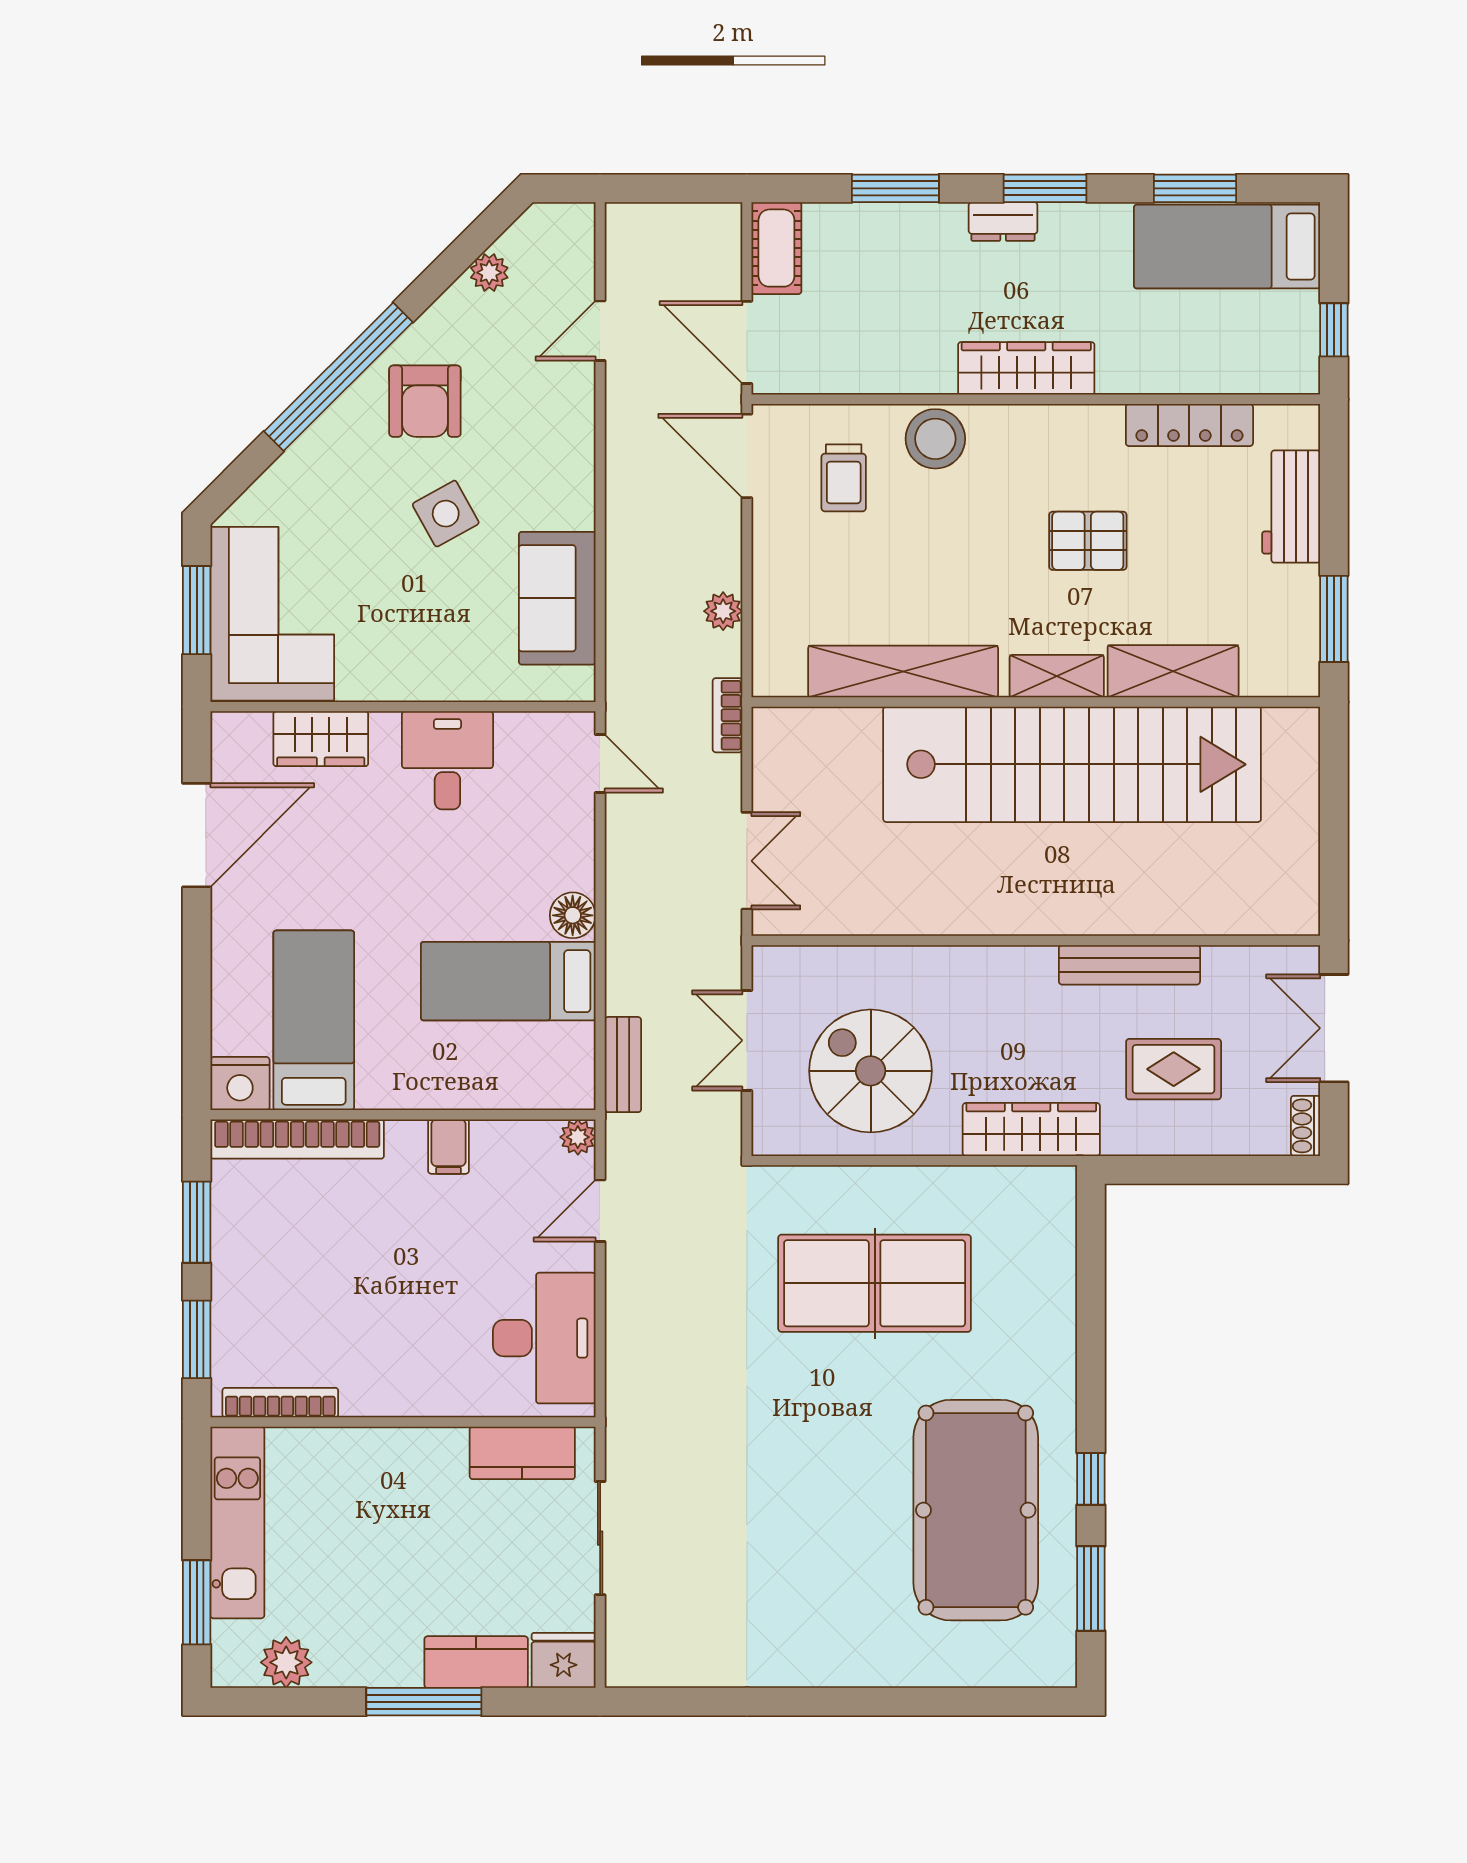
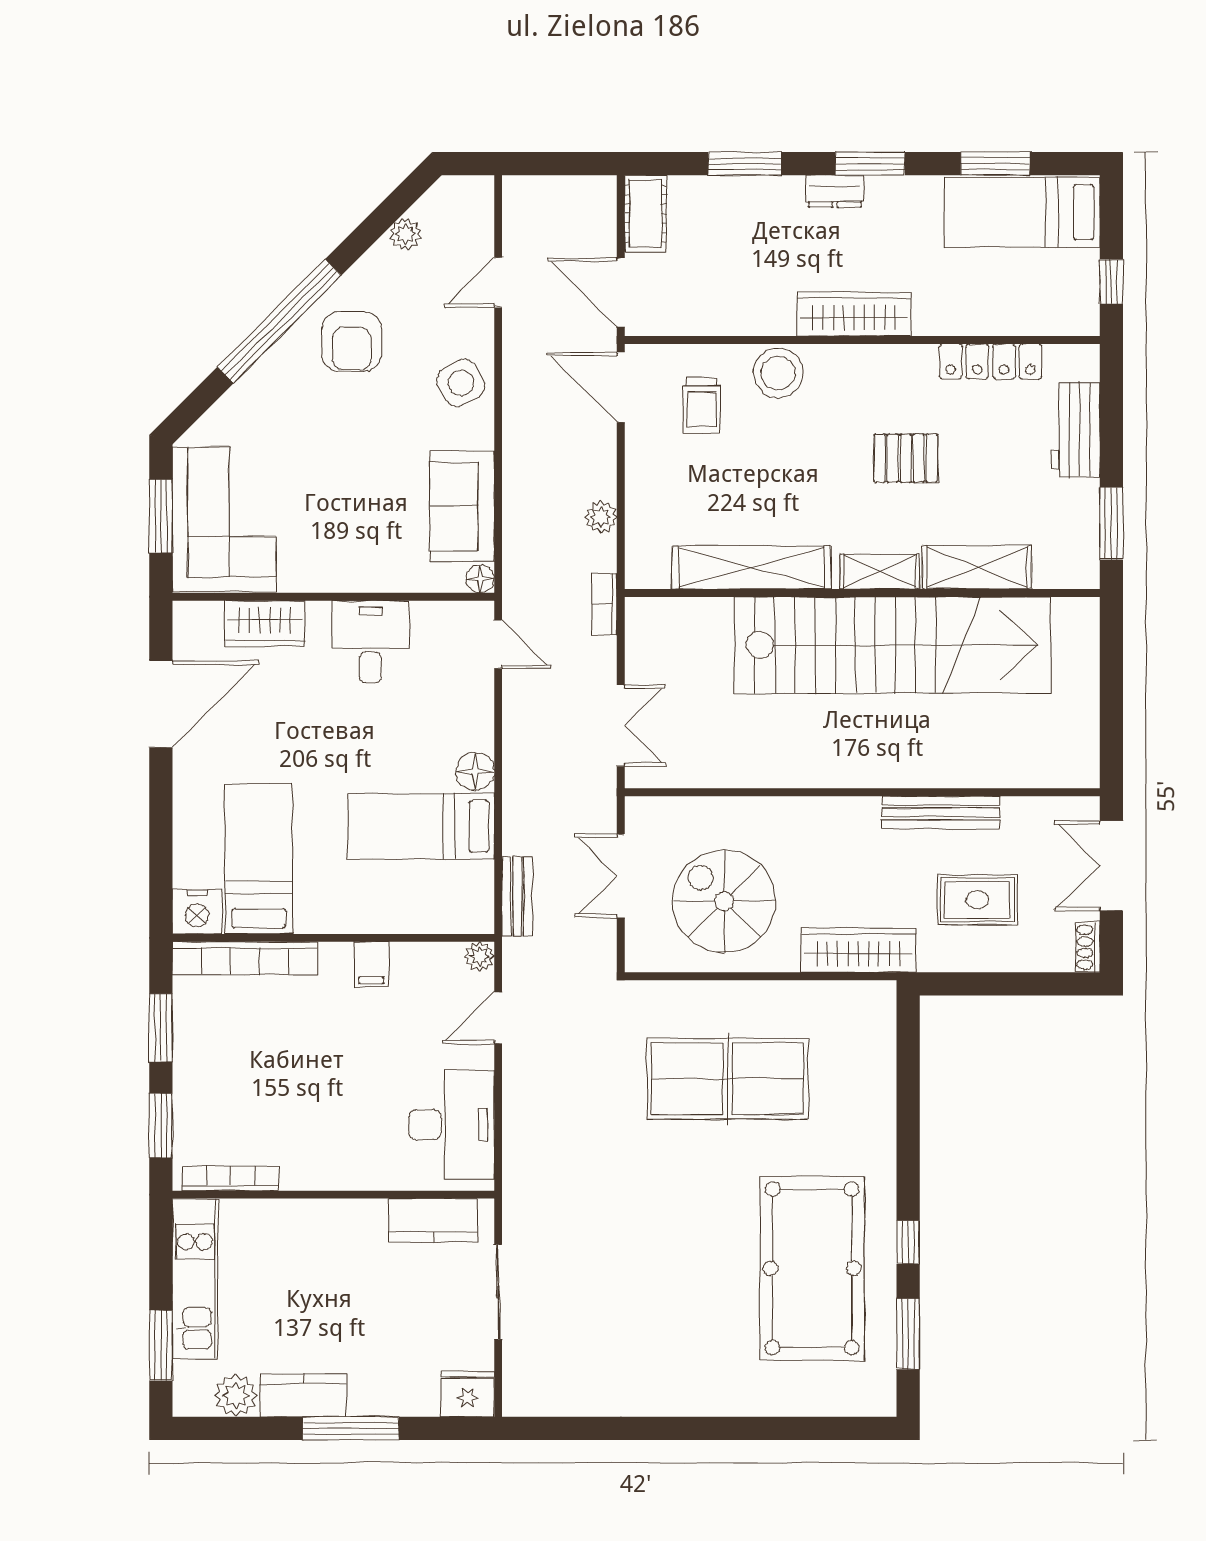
side table: (446, 514) -> (461, 383), moved
floor lamp: (579, 685) -> (480, 579), added
kitchen counter: (476, 1662) -> (303, 1395), moved

